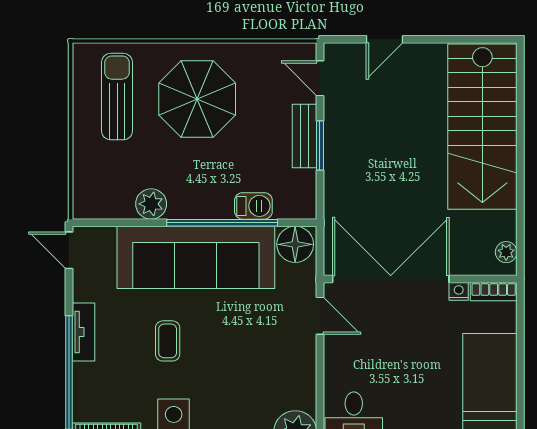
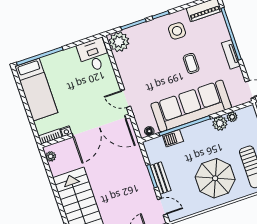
plant: (123, 209) -> (232, 117), added
floor lamp: (295, 244) -> (149, 131), width x0.53, depth x0.53

